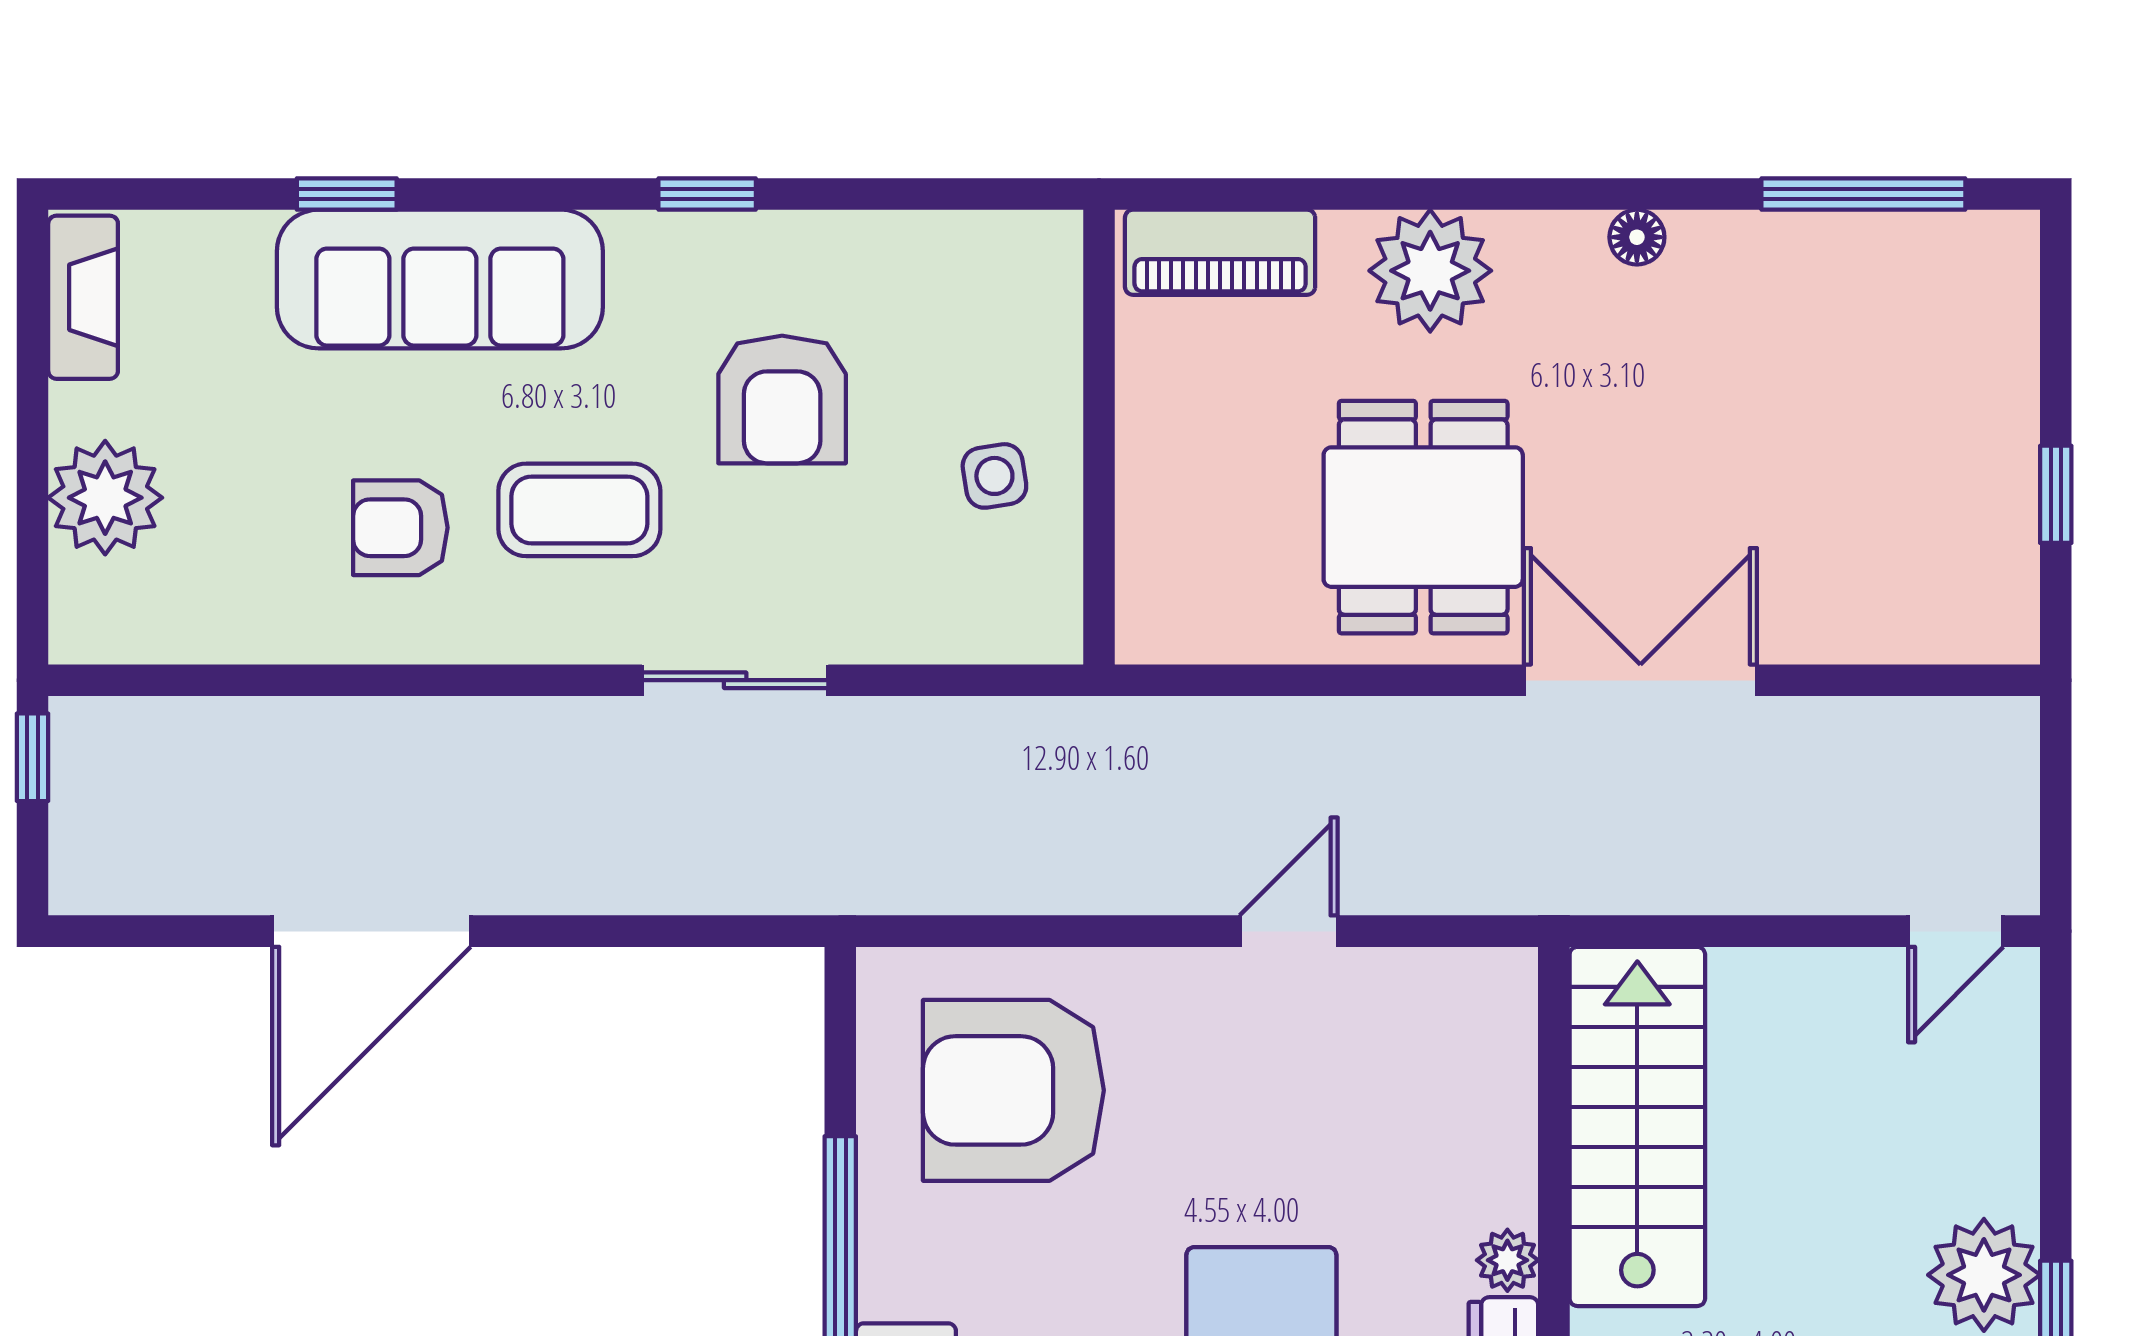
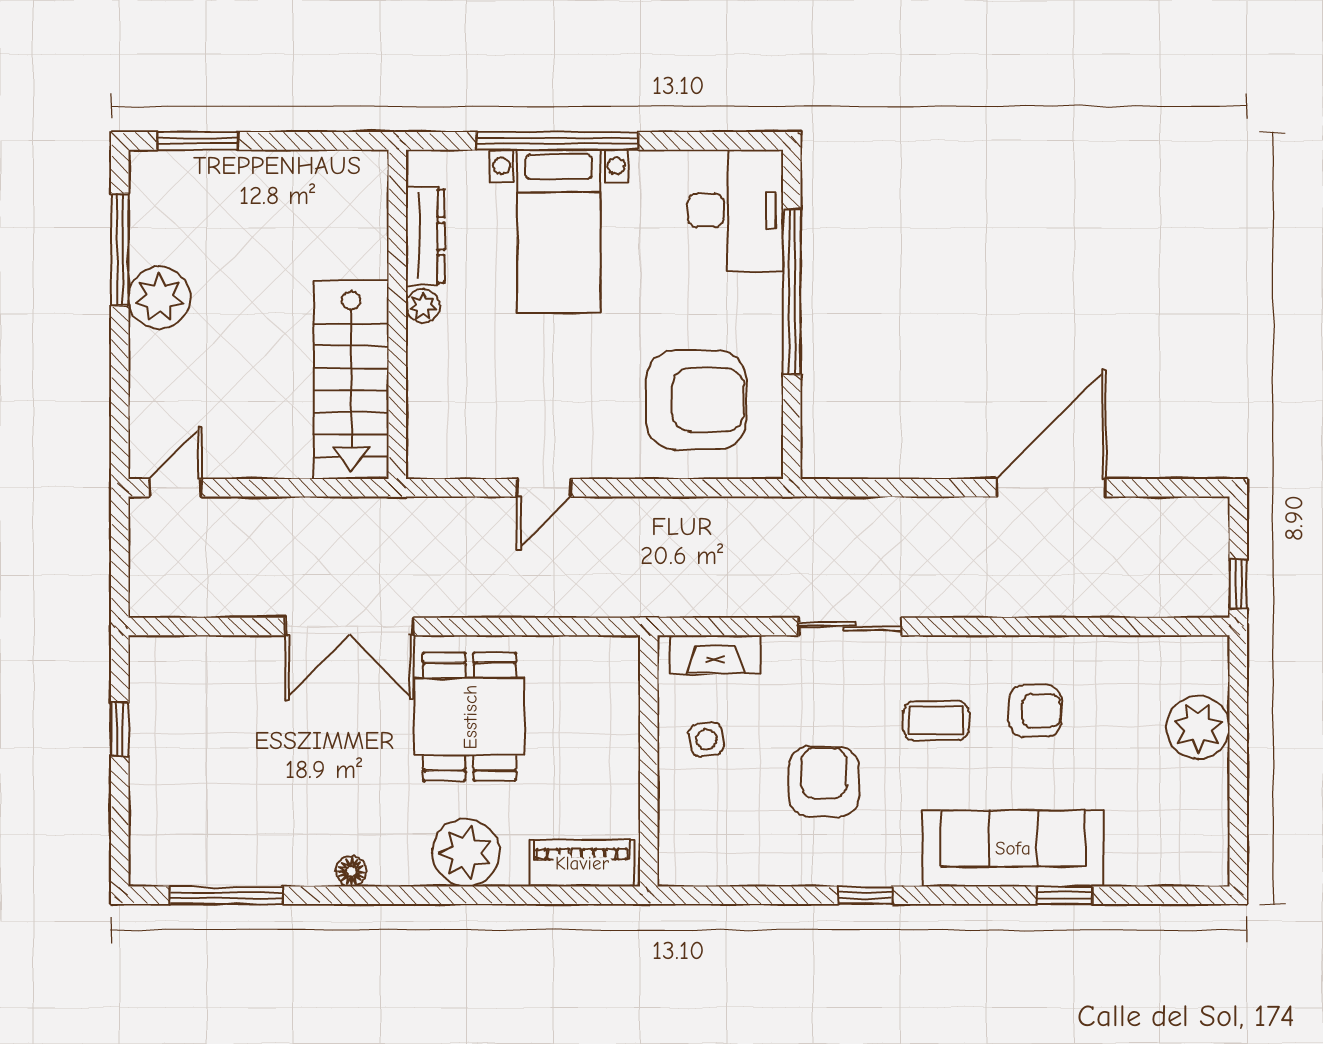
fireplace: (83, 297) -> (715, 654), moved, turned -90
coffee table: (579, 510) -> (936, 721), width x0.73, depth x0.77

